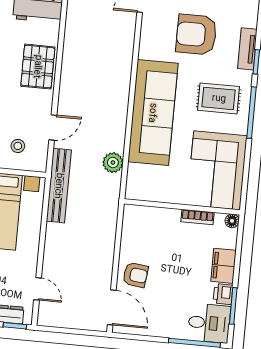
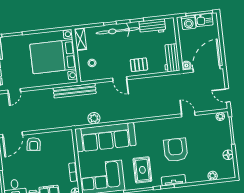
pallet: (38, 67) -> (139, 65), width x0.67, depth x0.71
sofa: (153, 113) -> (105, 137), moved
door: (53, 128) -> (120, 79), moved

